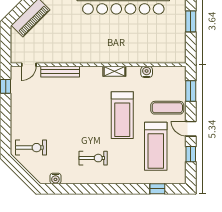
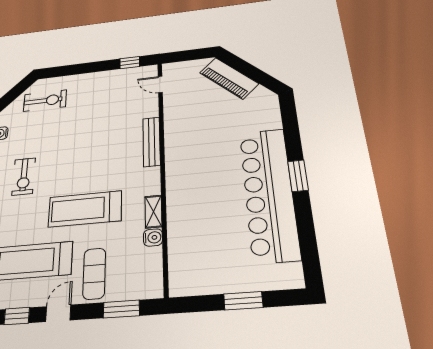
shelving: (114, 71) -> (153, 212), moved
bench: (60, 72) -> (152, 142), moved
exercise bike: (31, 148) -> (45, 101), turned -90

